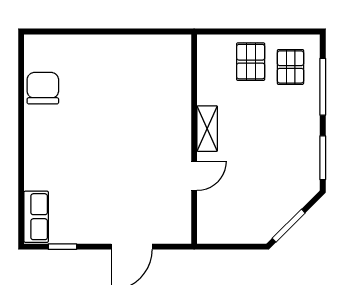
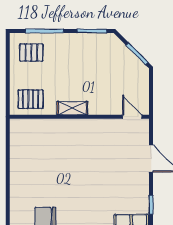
pallet: (251, 62) -> (31, 99), moved
door: (194, 176) -> (132, 117), moved

